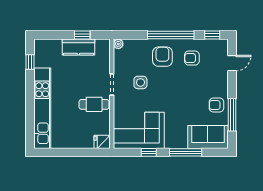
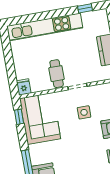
window: (149, 152) -> (19, 117), moved

